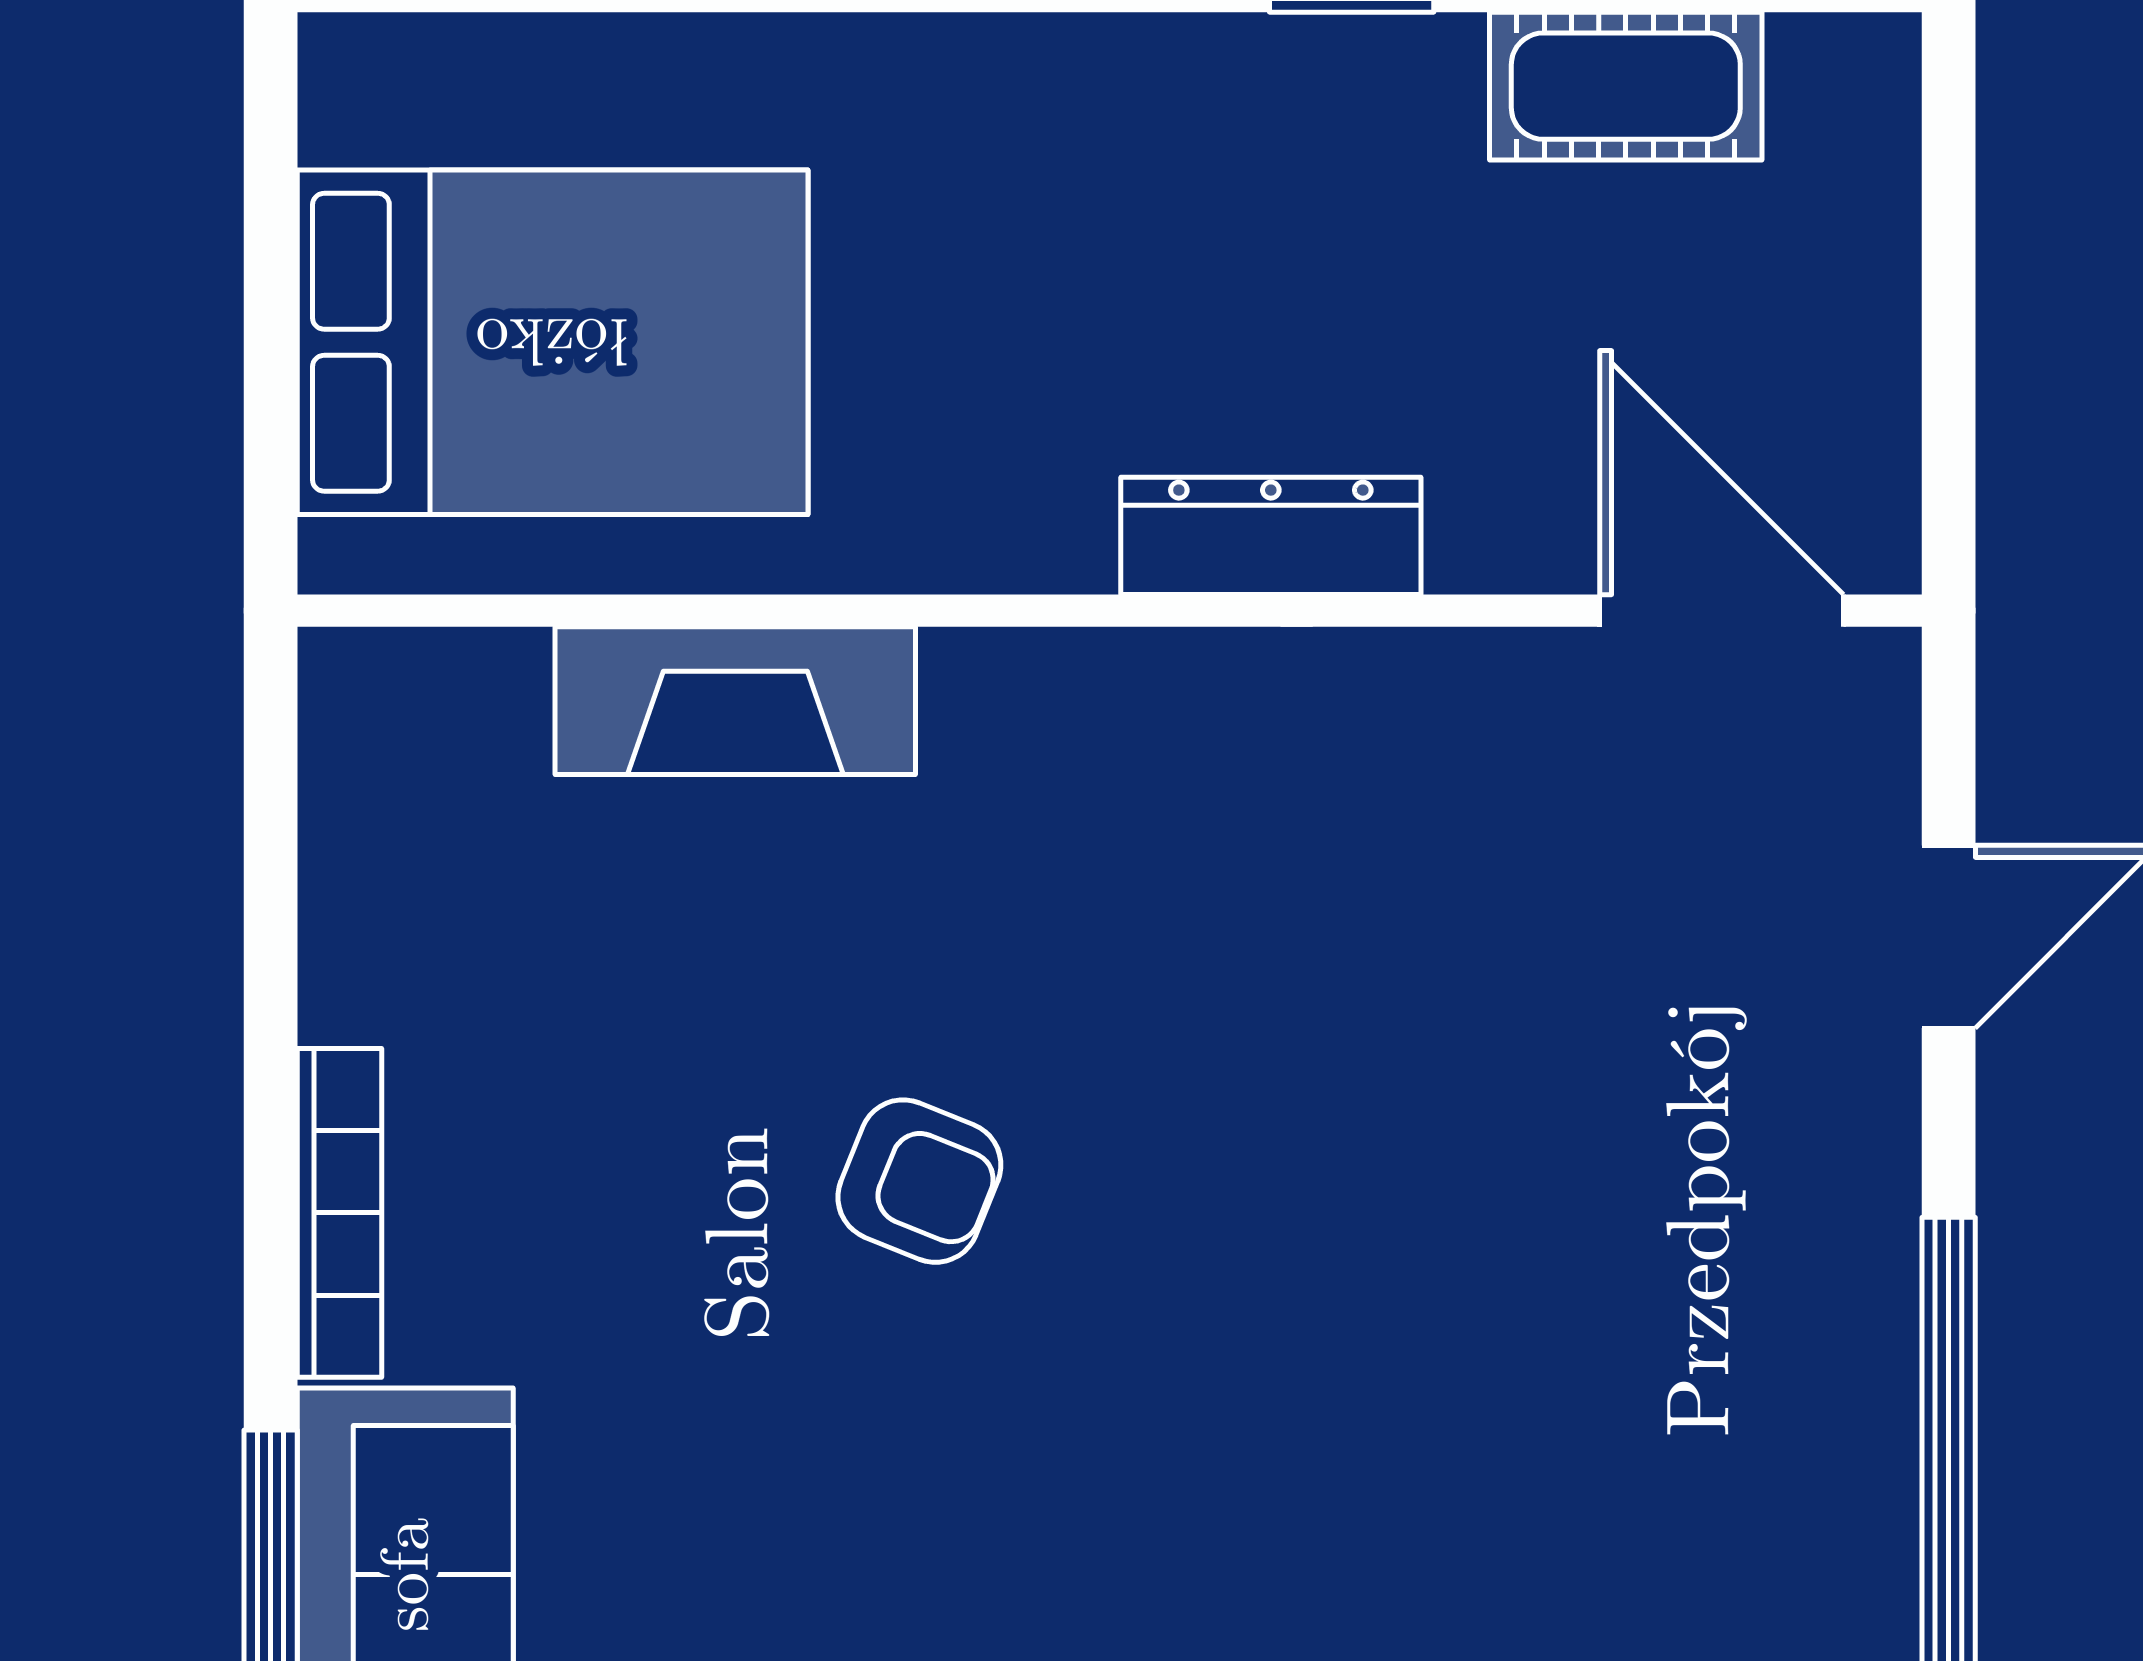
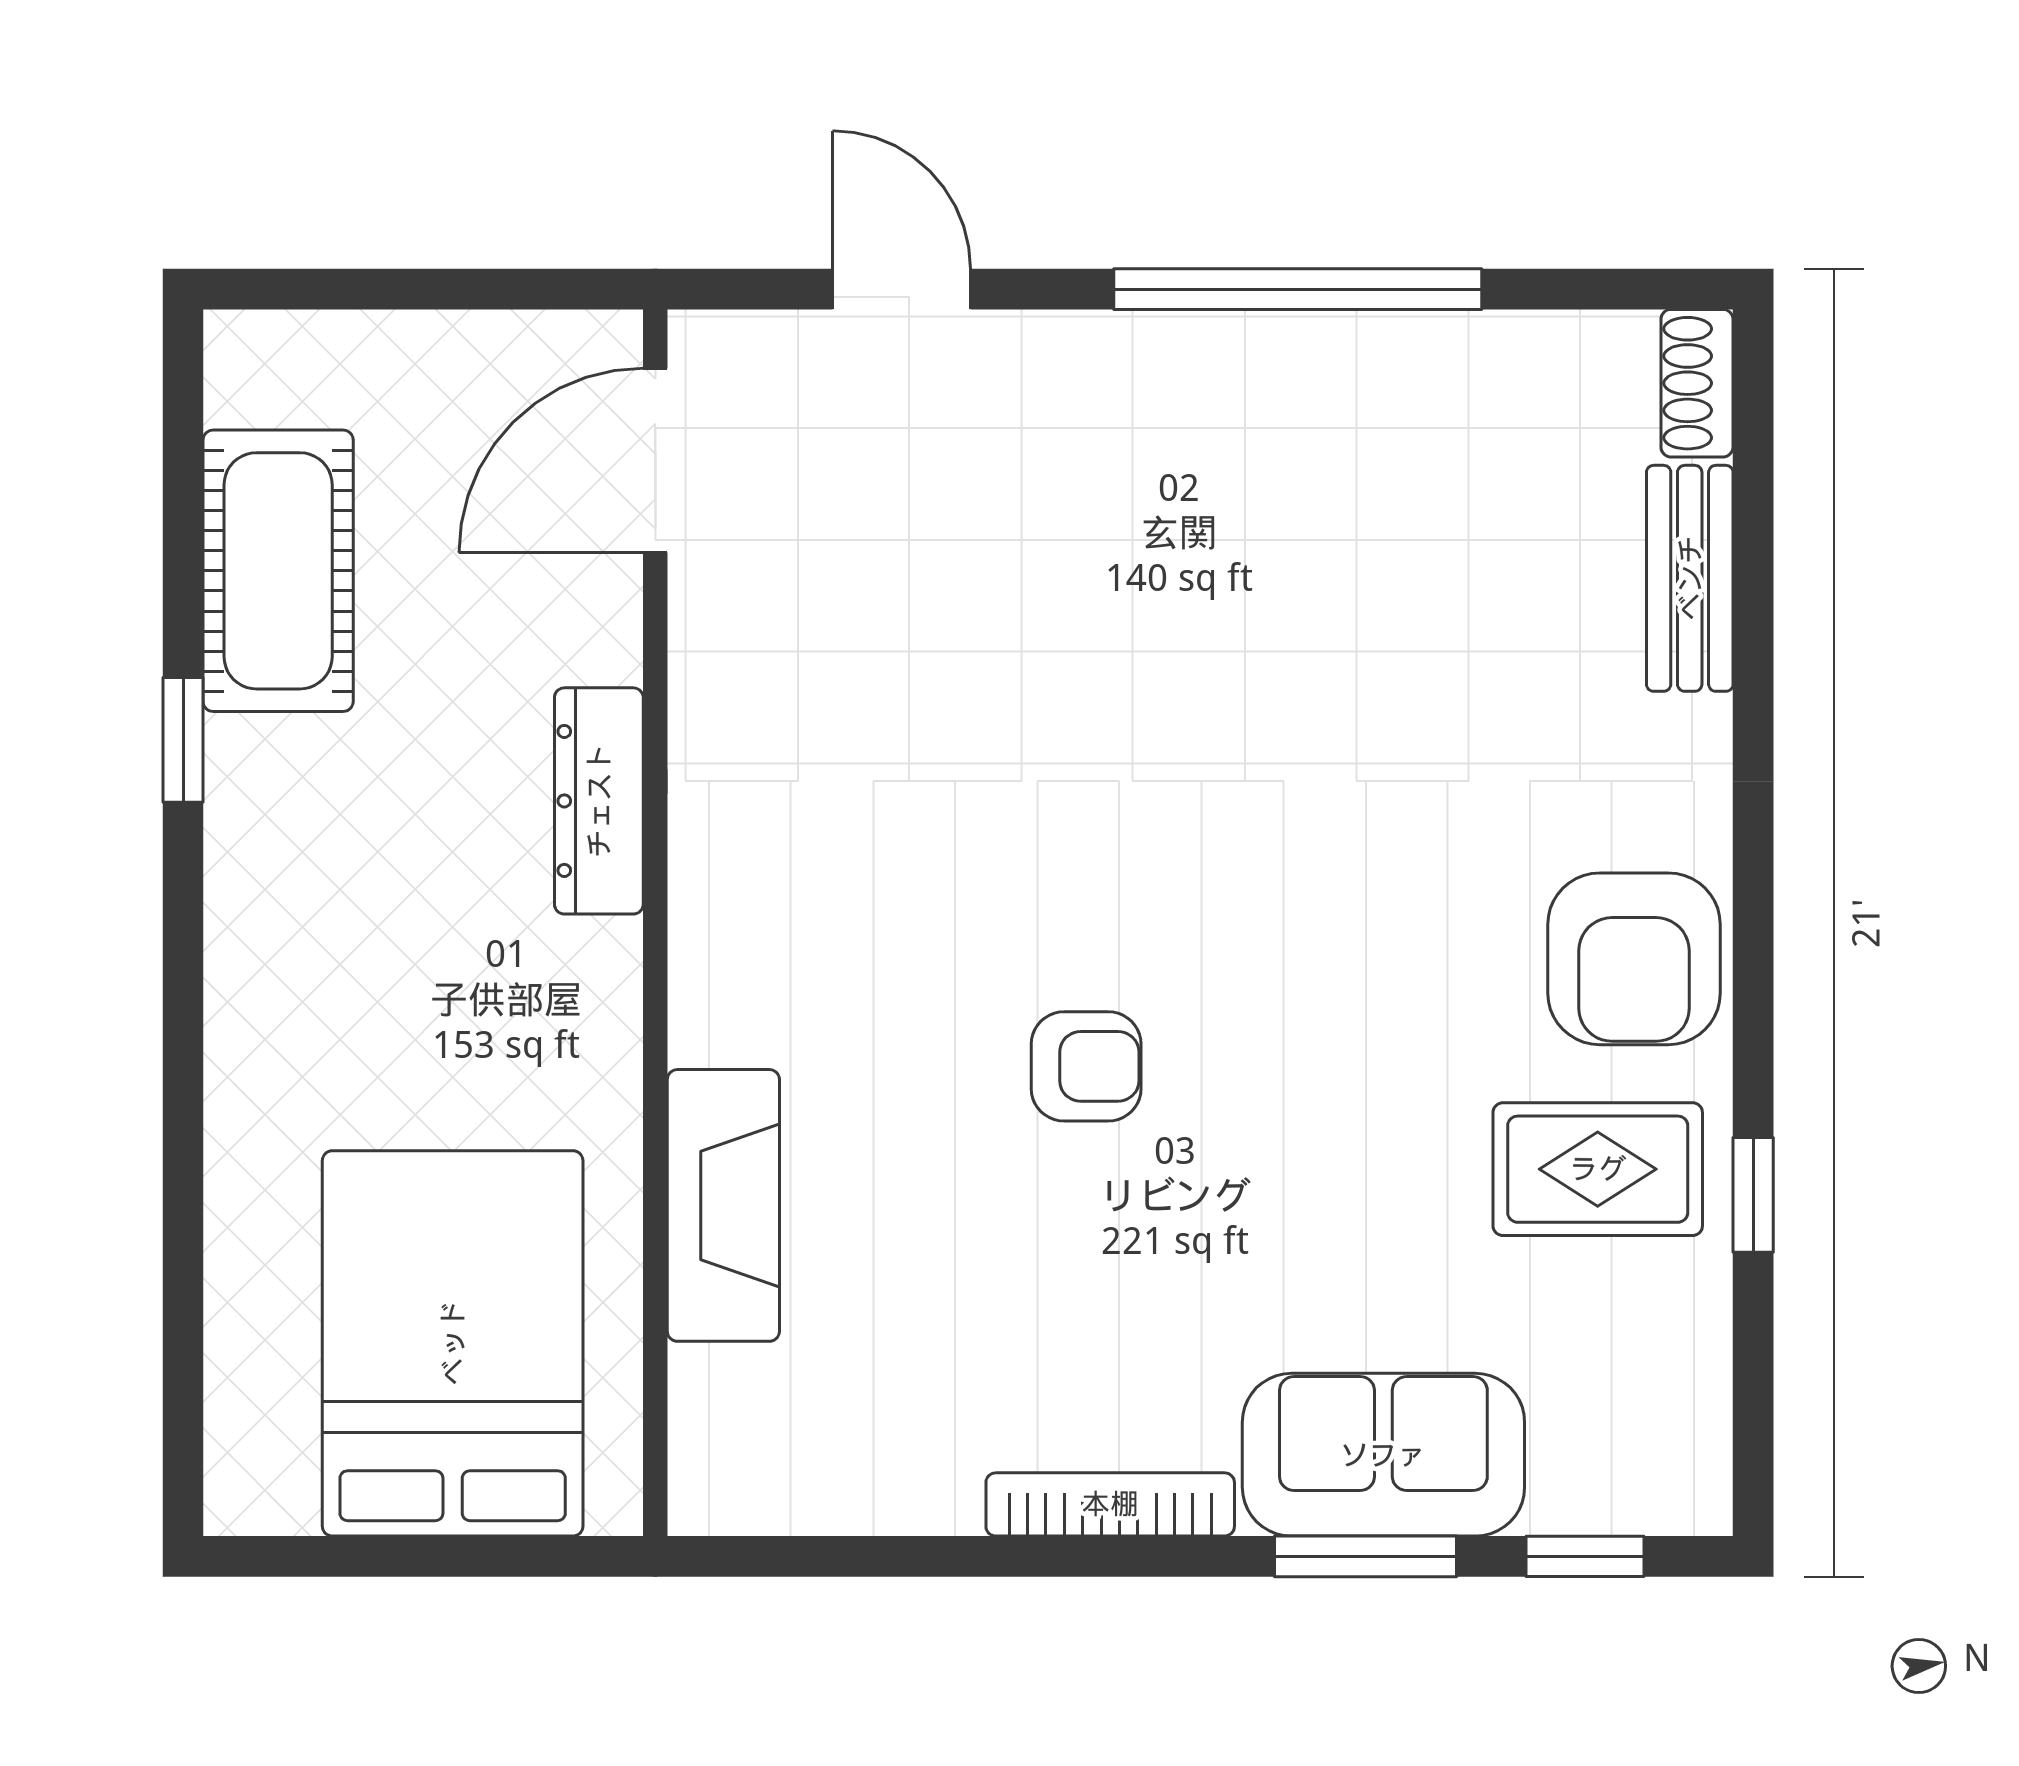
cot: (1626, 86) -> (278, 571), width x1.37, depth x1.34
armchair: (919, 1181) -> (1086, 1066), turned 68

